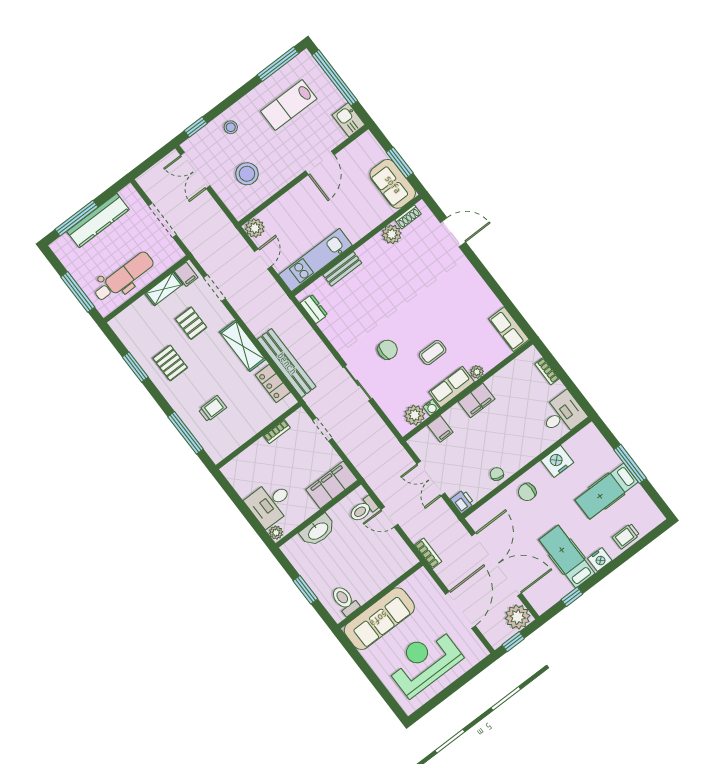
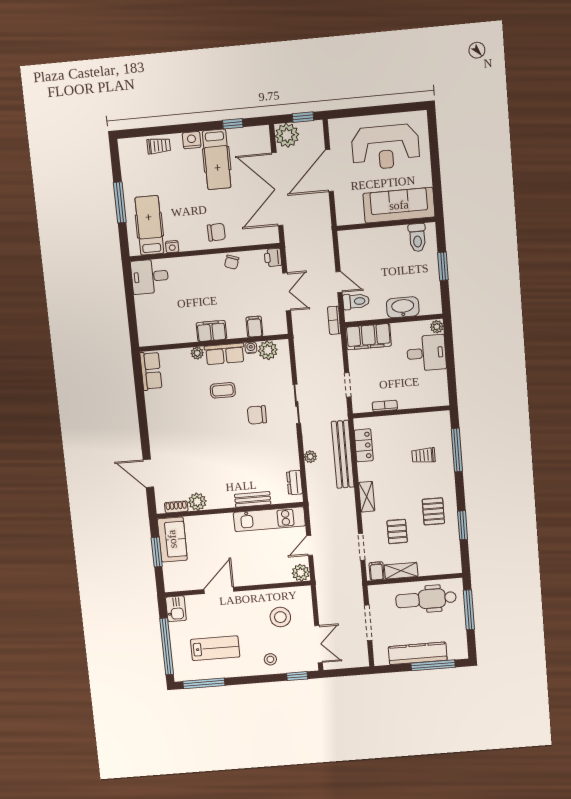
plant: (315, 342) -> (310, 457), added
shelving: (243, 346) -> (367, 497), width x0.67, depth x0.75
bookcase: (547, 371) -> (141, 319), removed
nightstand: (557, 461) -> (172, 247), width x0.53, depth x0.56
hospital bed: (607, 491) -> (149, 225), moved, turned -90
bookcase: (428, 553) -> (334, 320), moved

